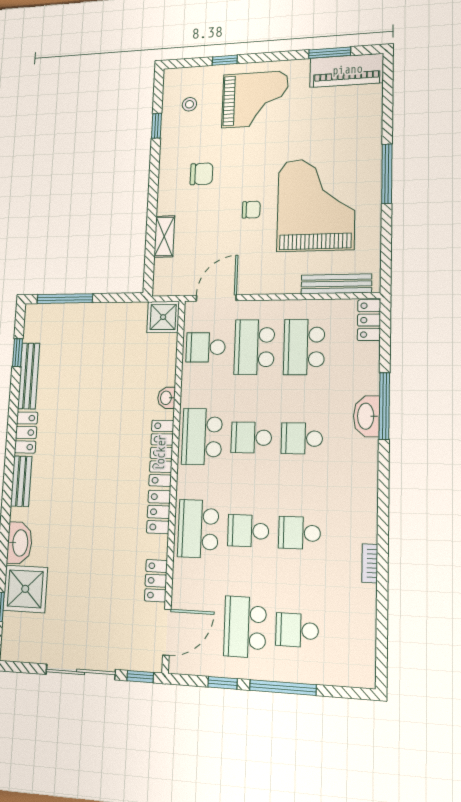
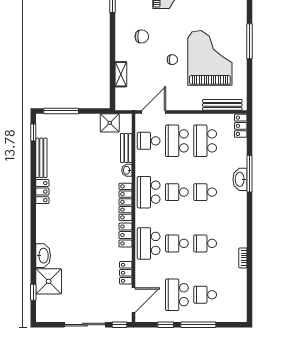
shower: (163, 317) -> (110, 123), moved
window: (17, 353) -> (33, 133), moved
bench: (21, 481) -> (126, 148), moved

